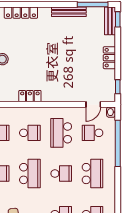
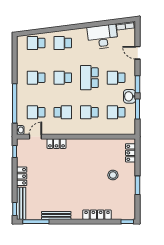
bench: (110, 21) -> (21, 203), width x1.36
locker: (30, 96) -> (56, 144), moved
school desk: (61, 133) -> (63, 112), width x0.54
school desk: (93, 133) -> (36, 112), turned 180
school desk: (93, 174) -> (36, 78), width x0.54

